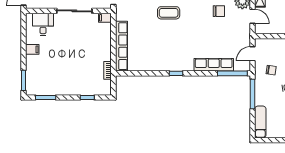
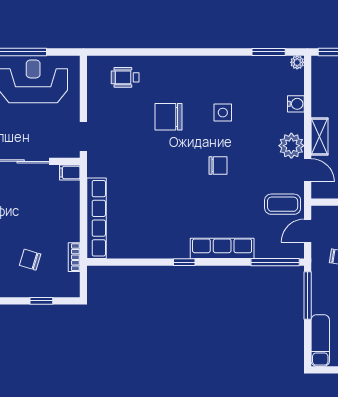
chair: (219, 11) -> (218, 166), moved
coffee table: (169, 13) -> (283, 204), moved
row of seats: (214, 65) -> (222, 248), moved
chair: (80, 72) -> (30, 260), added

